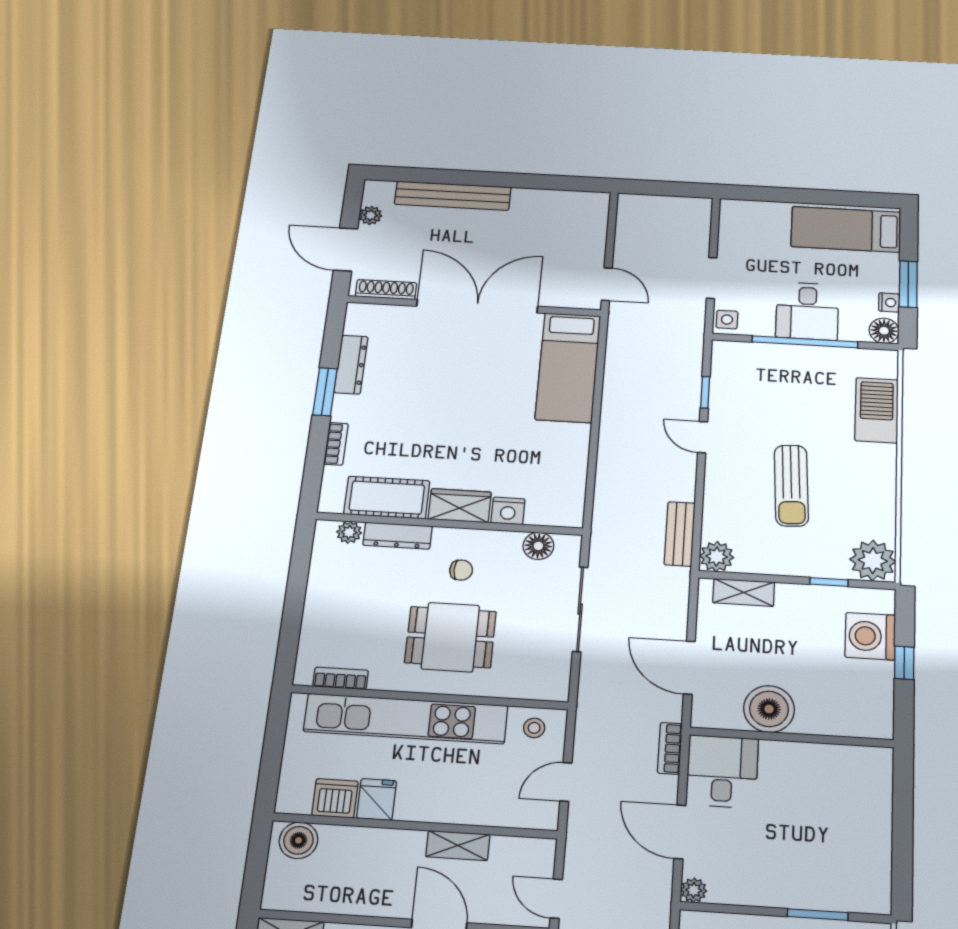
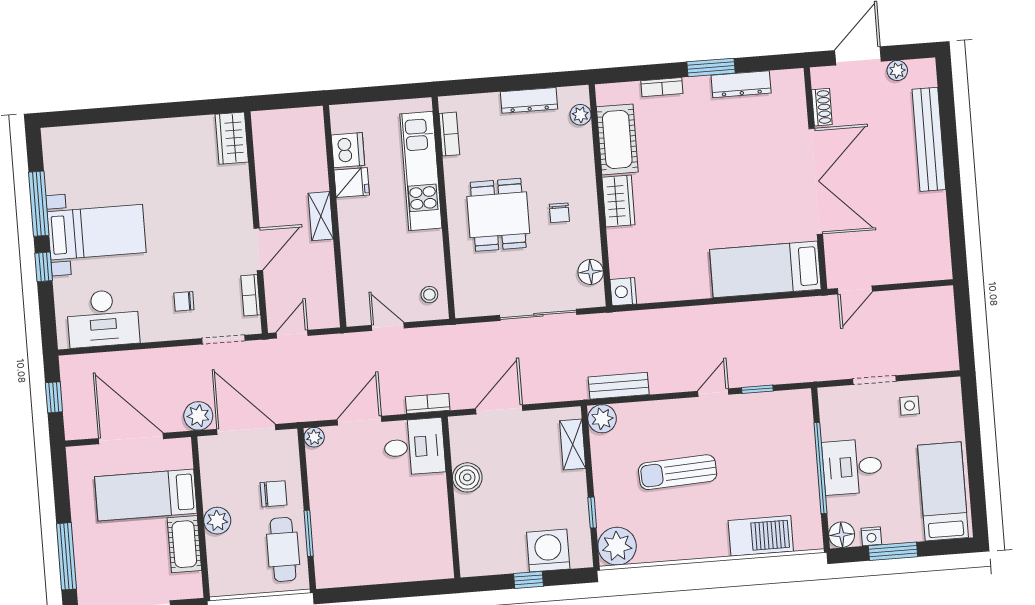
shoe rack: (386, 290) -> (822, 107), width x0.70
side table: (727, 320) -> (910, 406), moved
nightstand: (508, 511) -> (623, 292), moved
dresser: (398, 536) -> (529, 100), moved, turned -90
boiler: (769, 709) -> (467, 477), width x0.73, depth x0.73
kitchen unit: (406, 719) -> (421, 171), width x0.73
boiler: (298, 840) -> (310, 129), removed
shelving: (458, 845) -> (321, 216), moved

